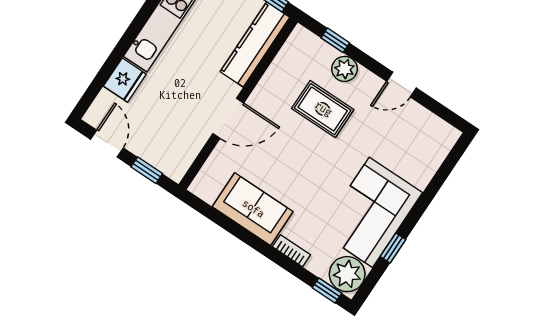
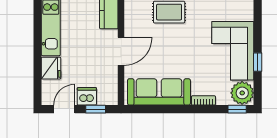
door: (107, 144) -> (64, 109), hinge flipped
dishwasher: (146, 146) -> (87, 96), added
sofa: (253, 209) -> (159, 92), width x1.36

